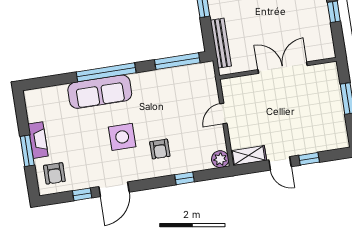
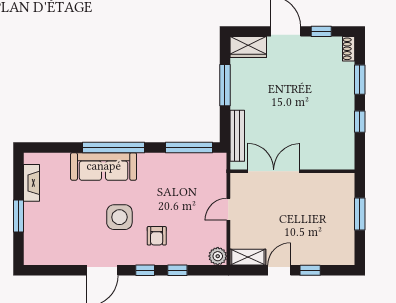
double door: (283, 68) -> (274, 171), moved
fireplace: (38, 140) -> (32, 183), moved
door: (280, 163) -> (279, 270), swing flipped
armchair: (54, 173) -> (43, 244), removed
window: (82, 194) -> (145, 270), moved

